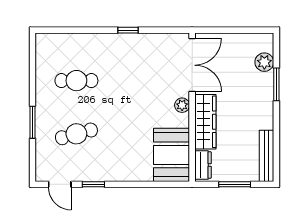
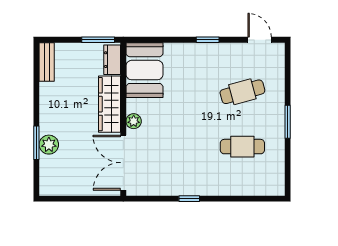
plant: (264, 62) -> (49, 145), moved
window: (32, 122) -> (288, 122), moved
bench: (266, 156) -> (47, 62), width x0.73
window: (93, 184) -> (208, 40), moved
window: (235, 184) -> (98, 40), moved

